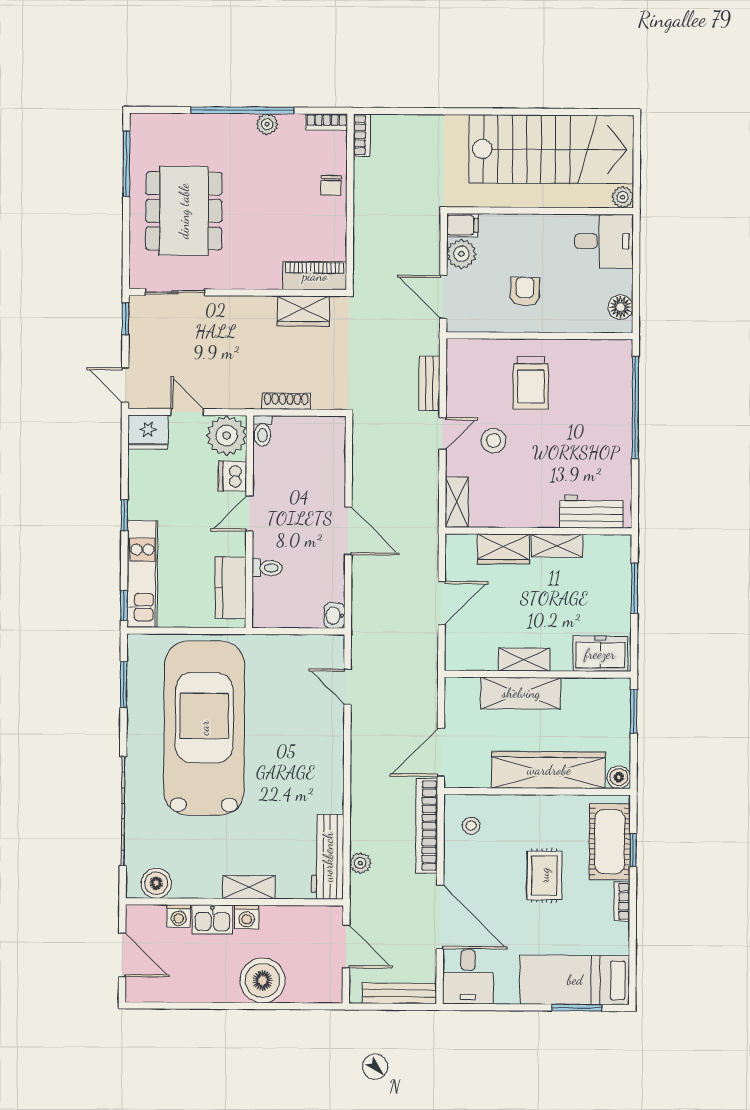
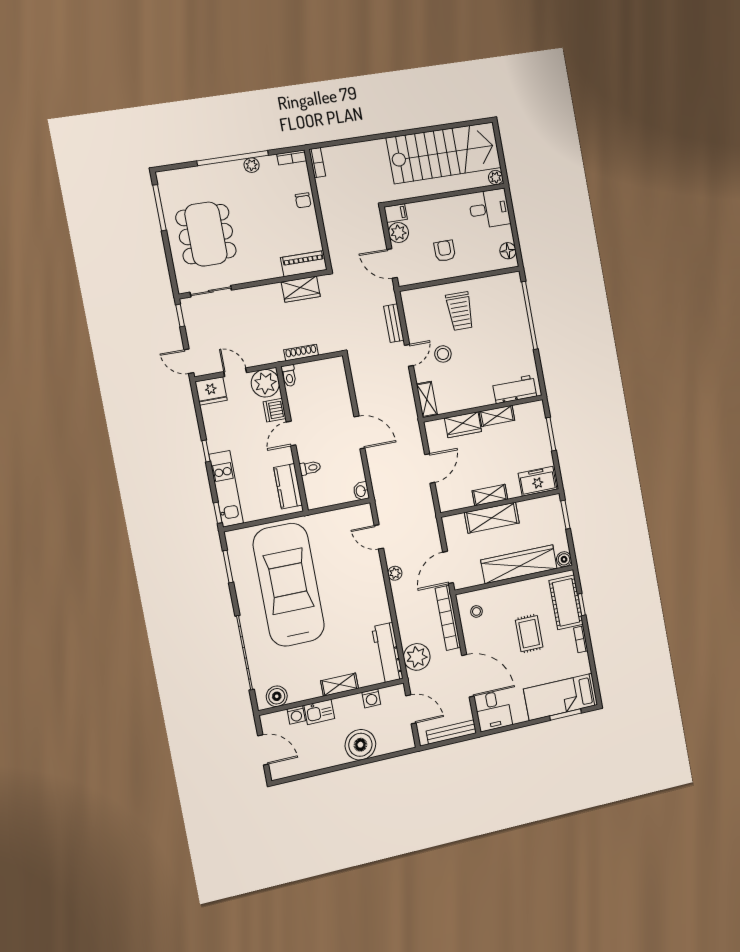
plant: (361, 744) -> (395, 573), added
plant: (360, 863) -> (417, 657), width x1.88, depth x1.88
washing machine: (247, 917) -> (371, 698), moved

